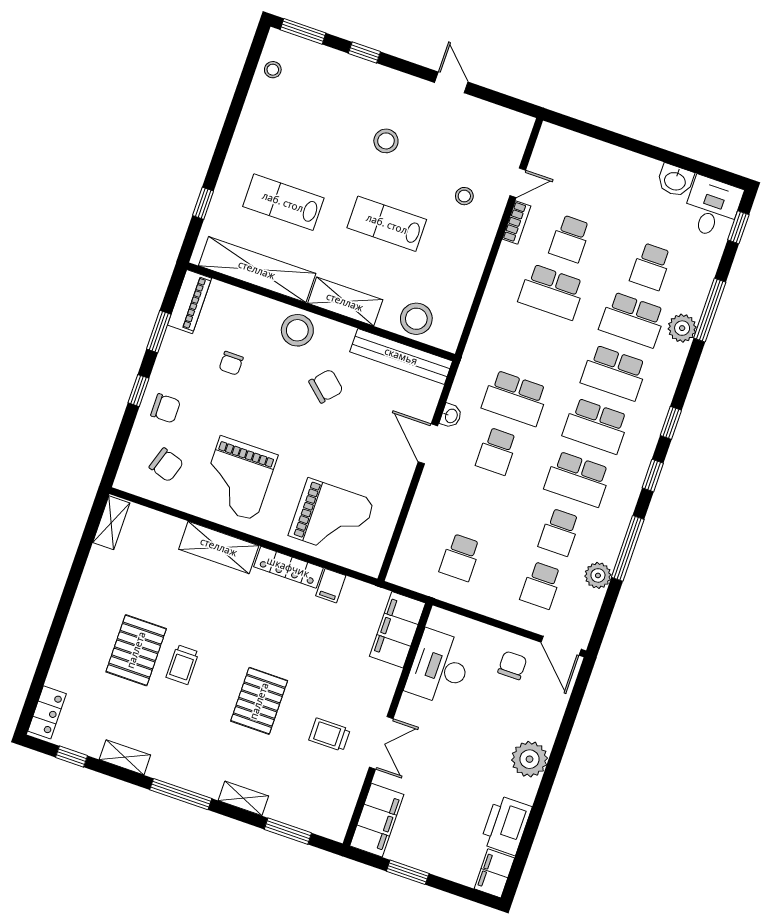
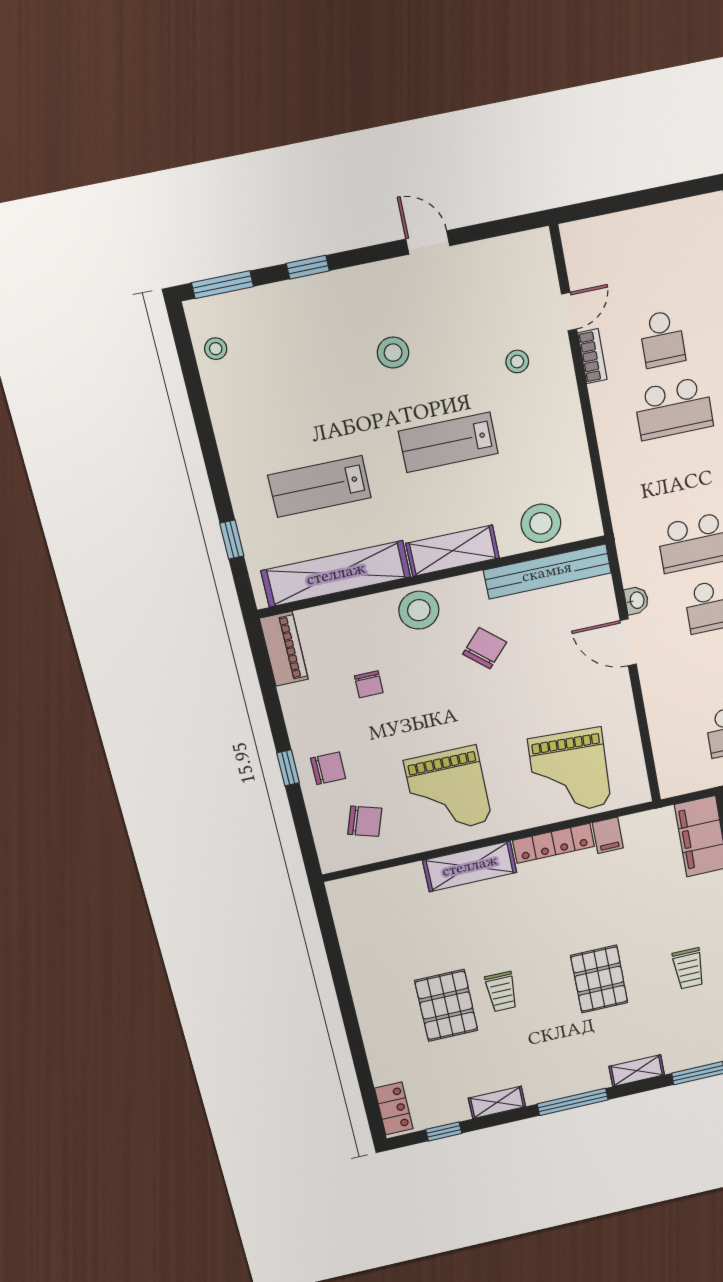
window: (159, 332) -> (271, 698), removed
grand piano: (332, 518) -> (570, 772), turned 93
shelving: (111, 523) -> (344, 907), removed
trolley: (329, 735) -> (689, 968), turned -90

